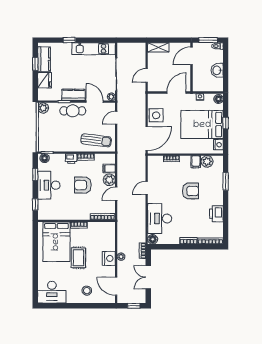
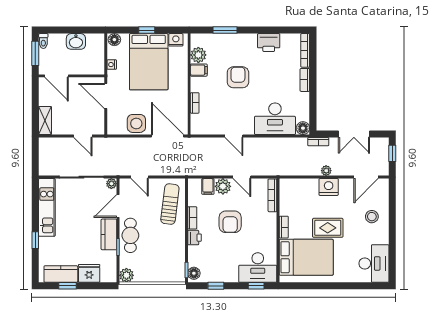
desk: (49, 185) -> (258, 268), moved

